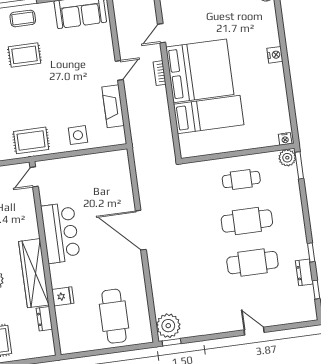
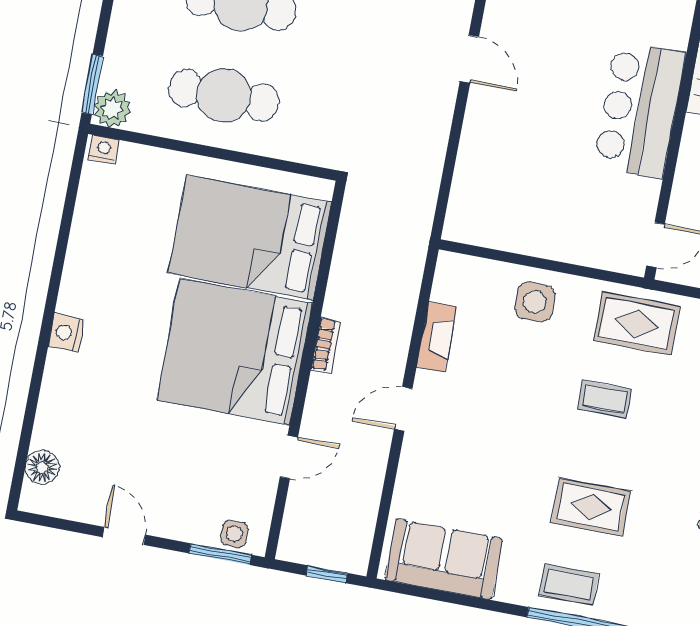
bookcase: (160, 73) -> (326, 345), moved
coffee table: (34, 103) -> (605, 399), added
fireplace: (113, 106) -> (437, 337), width x0.73, depth x0.76
bed: (209, 114) -> (250, 238), width x1.50
cafe table: (241, 179) -> (224, 95), width x1.37, depth x1.35
door: (141, 230) -> (469, 59), width x0.53

